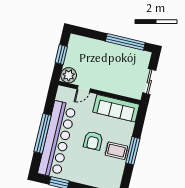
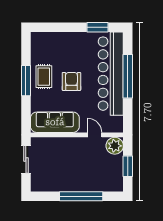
window: (125, 42) -> (81, 196), moved
door: (84, 89) -> (95, 135), hinge flipped
rug: (116, 151) -> (44, 77), turned 90

